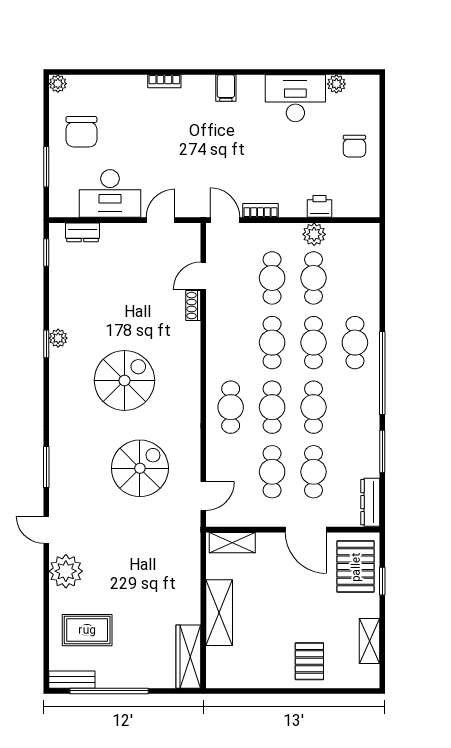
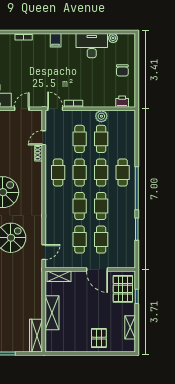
printer: (319, 206) -> (122, 102), moved
cafe table: (231, 407) -> (58, 172), moved
dresser: (370, 502) -> (131, 255), removed

